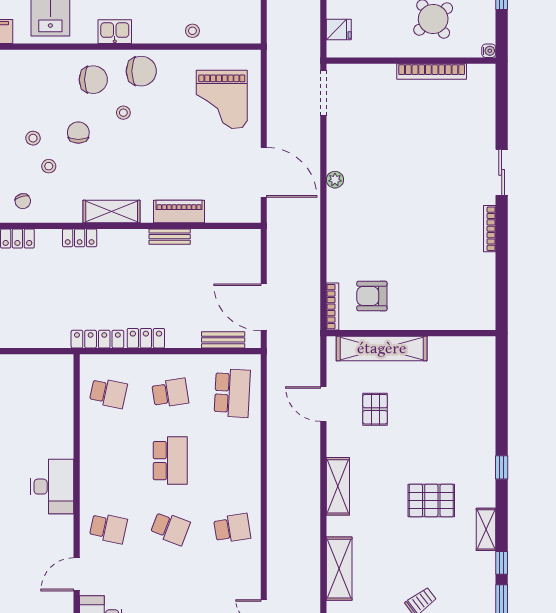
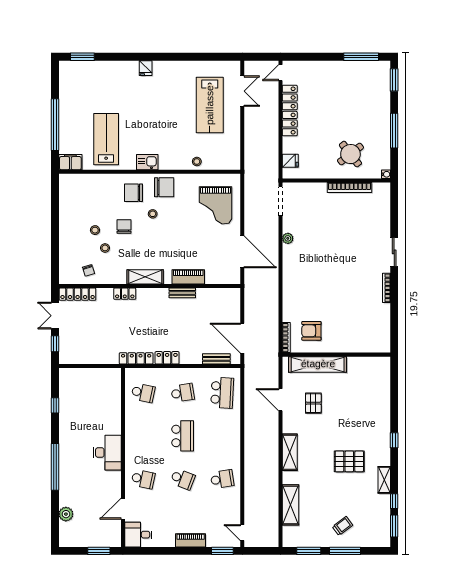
chair: (93, 80) -> (133, 193), turned 180
plant: (335, 180) -> (288, 238), moved

